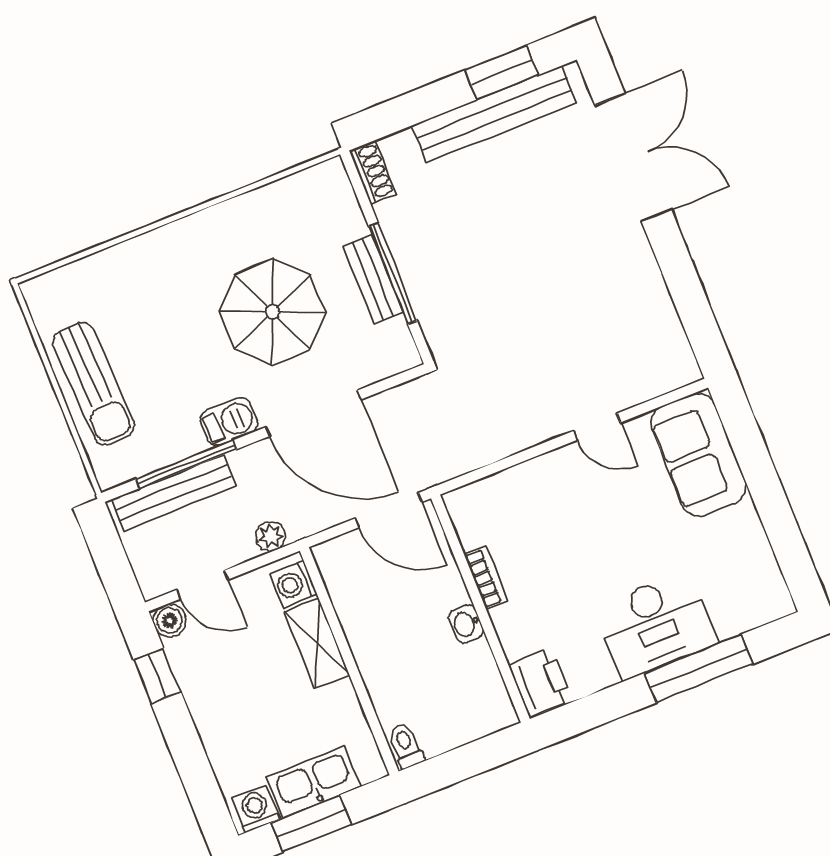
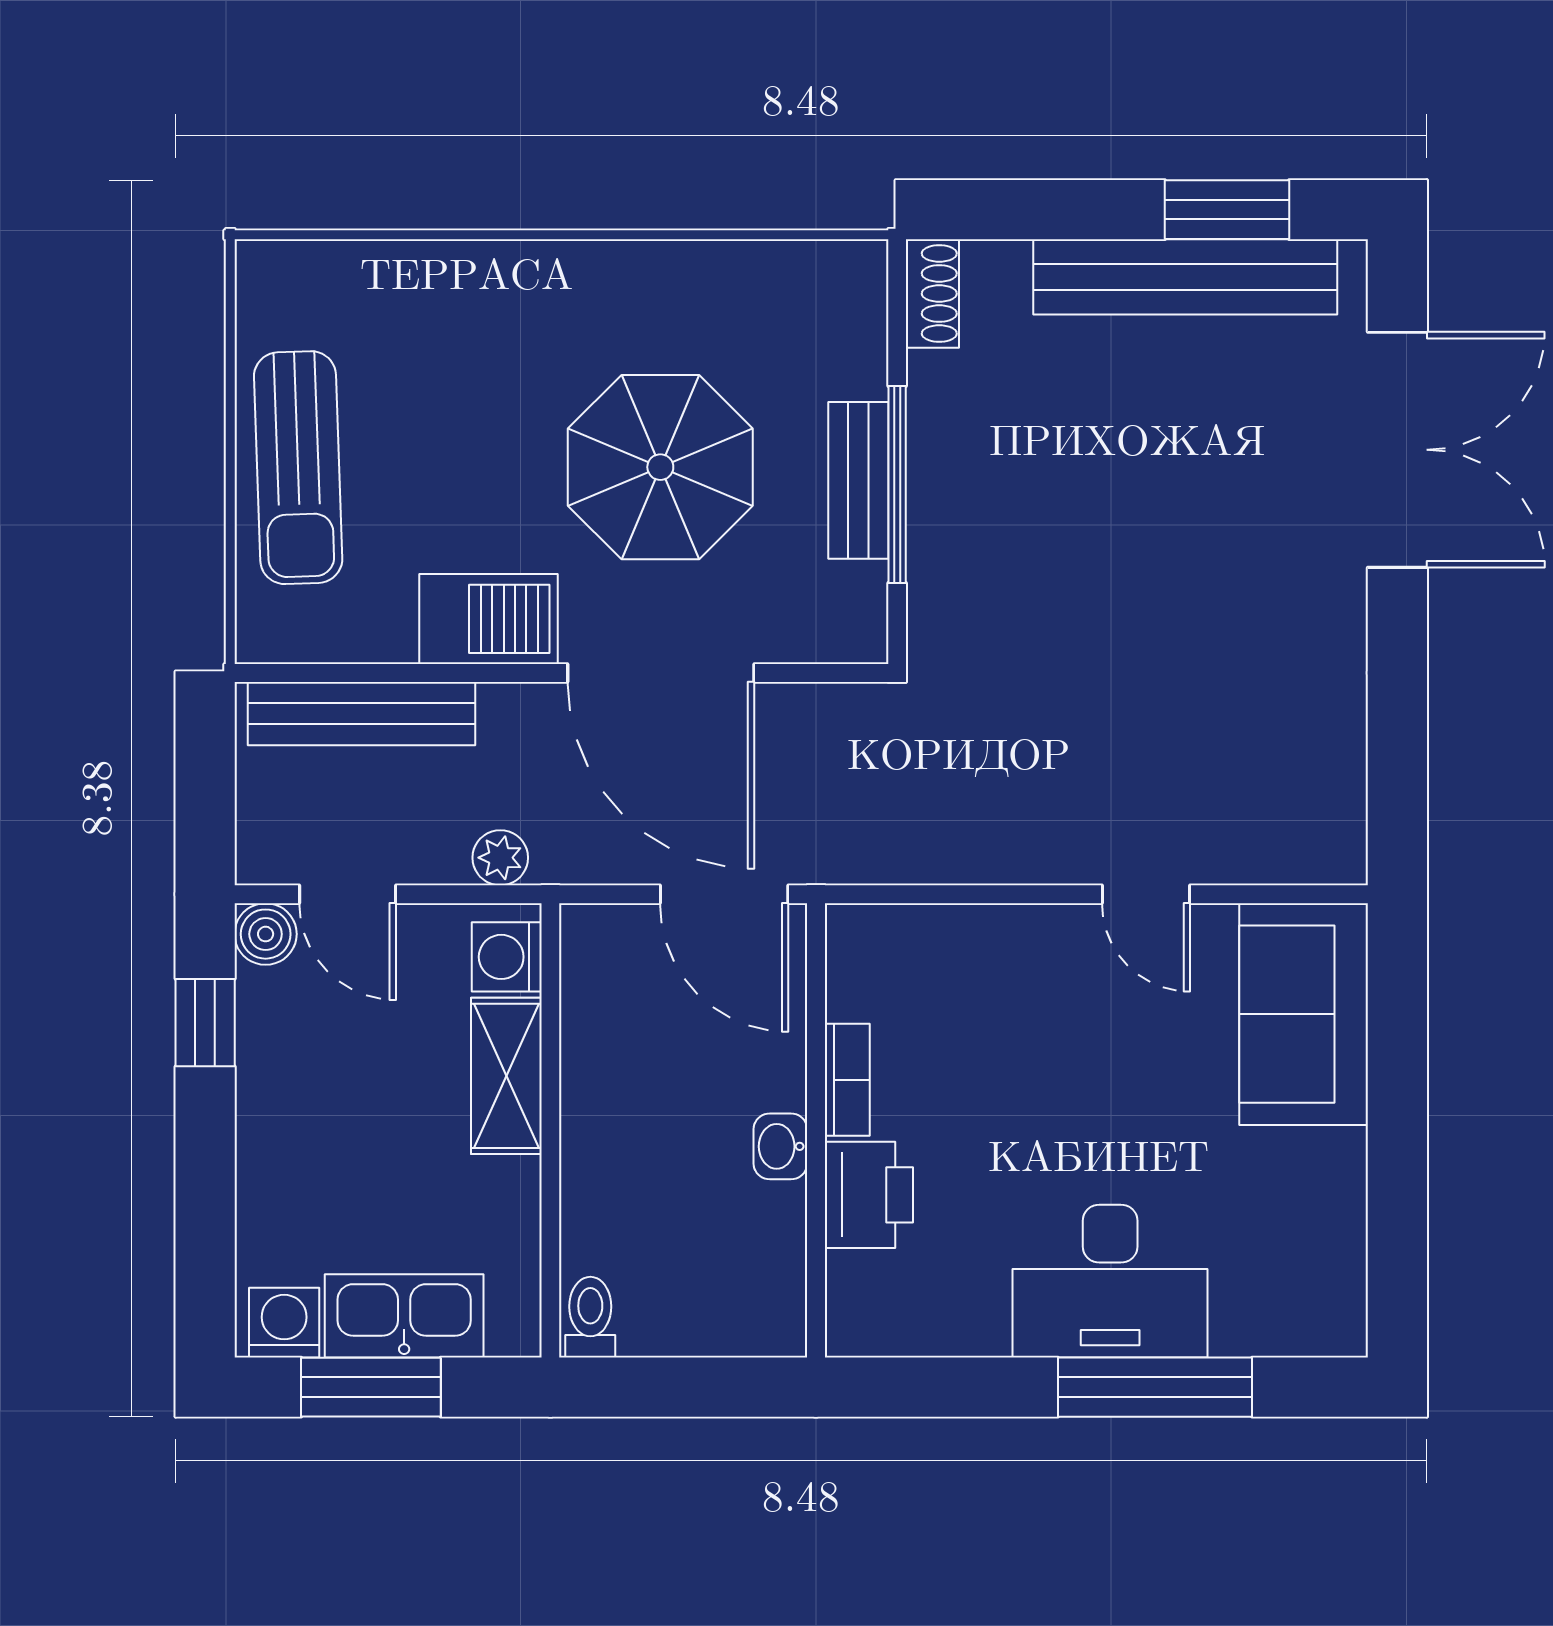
barbecue: (229, 422) -> (489, 619), width x1.38, depth x1.27
window: (186, 464) -> (403, 673), removed
printer: (540, 682) -> (869, 1195), moved

